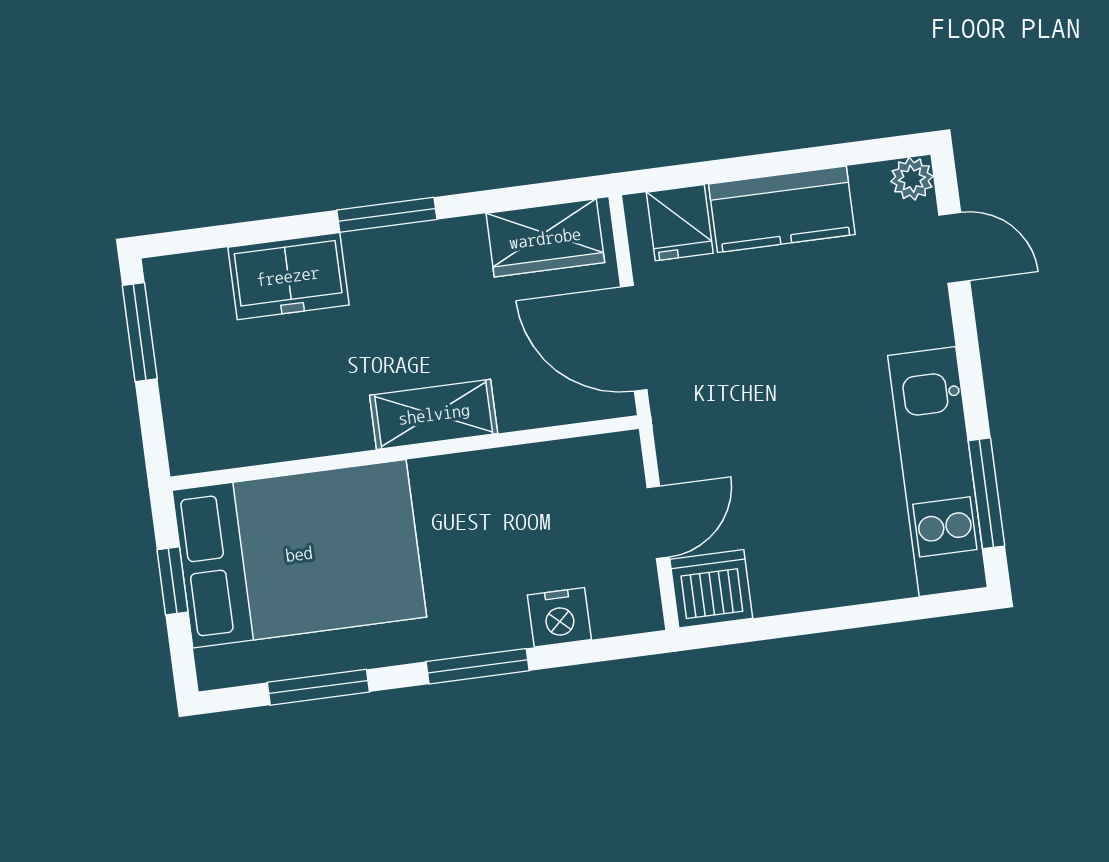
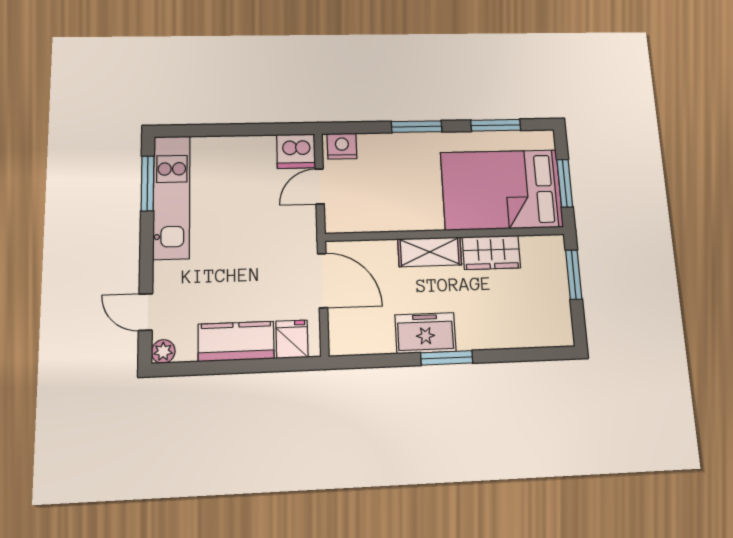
wardrobe: (545, 238) -> (491, 252), moved, turned 180
freezer: (288, 276) -> (425, 333), moved
window: (140, 332) -> (574, 275), moved
window: (172, 581) -> (565, 183), width x1.50
nightstand: (559, 617) -> (342, 146), moved

